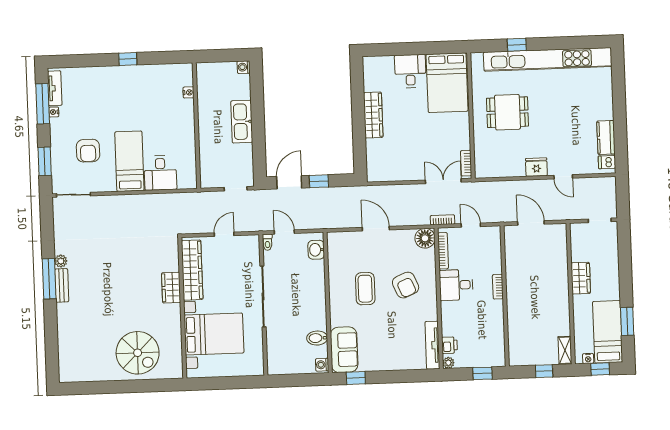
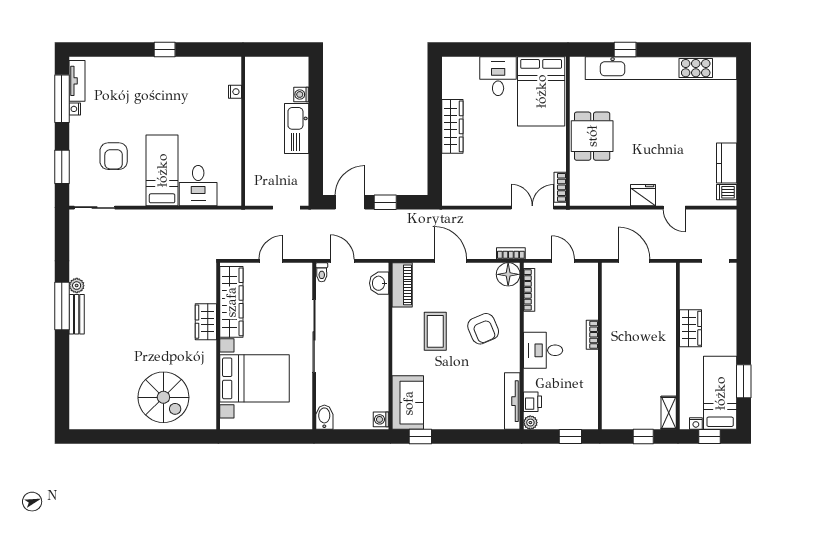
washing machine: (244, 67) -> (301, 94), moved
dining table: (507, 112) -> (592, 136), moved, turned 90
bookcase: (442, 220) -> (511, 253), moved
piano: (336, 250) -> (402, 285), added
desk: (456, 285) -> (543, 350), moved
bidet: (317, 338) -> (324, 417), moved, turned 90

